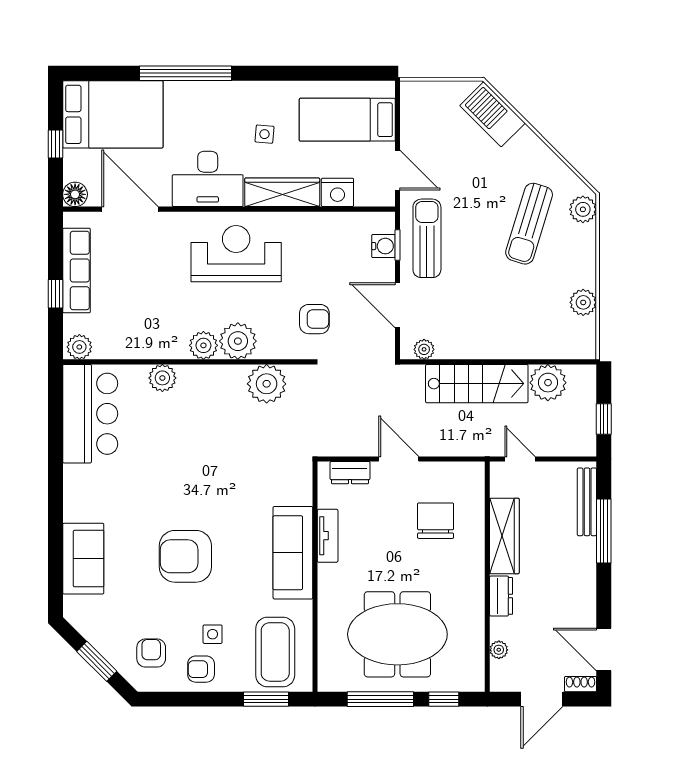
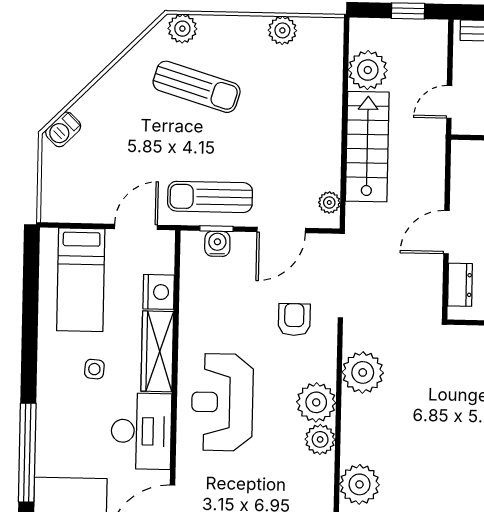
barbecue: (492, 114) -> (63, 129), width x0.53, depth x0.65
plant: (162, 378) -> (359, 484), width x1.36, depth x1.36

